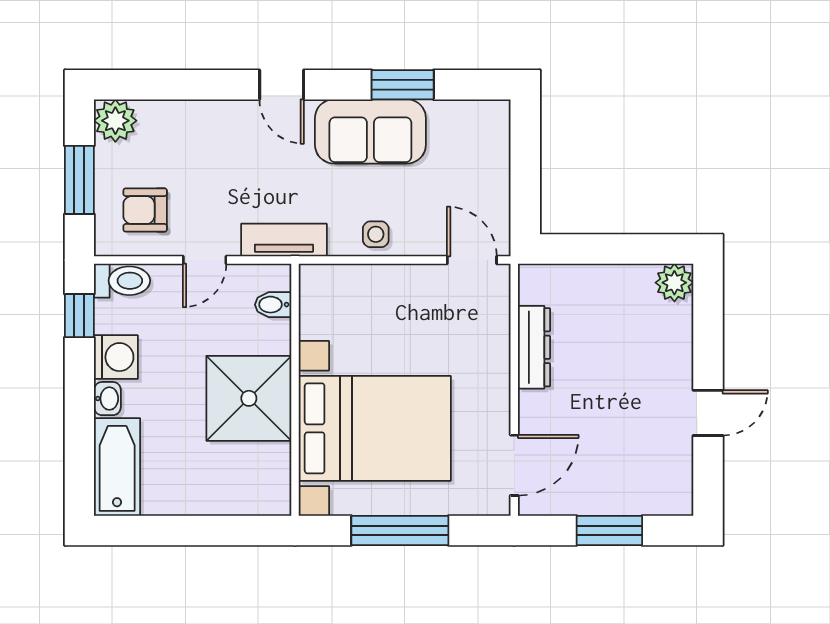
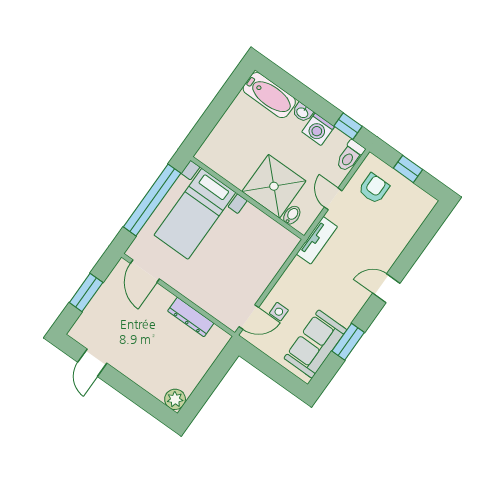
plant: (115, 121) -> (423, 203), removed
sofa: (370, 131) -> (315, 344), moved
window: (79, 180) -> (408, 169), width x0.67
side table: (376, 234) -> (279, 312), moved
shower: (249, 398) -> (274, 186), moved
door: (708, 413) -> (92, 363), moved
bed with nightstands: (375, 428) -> (195, 214), width x0.73
window: (400, 530) -> (152, 200), width x1.46

